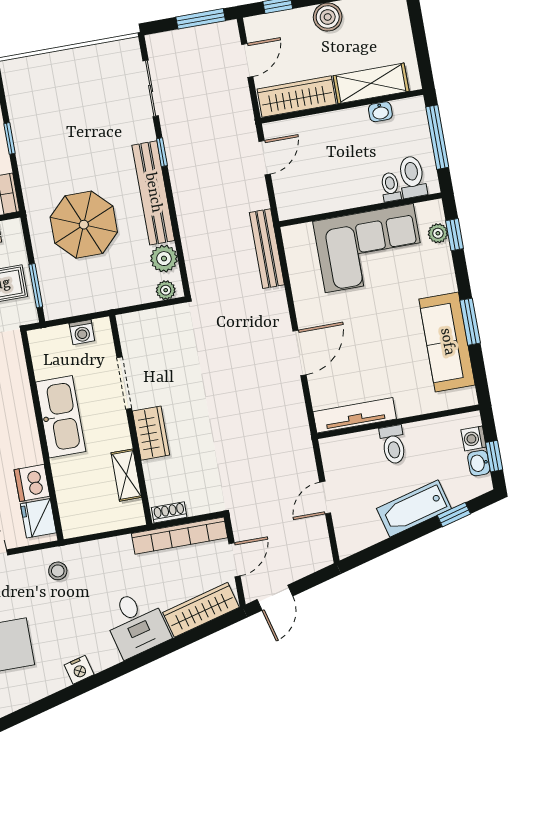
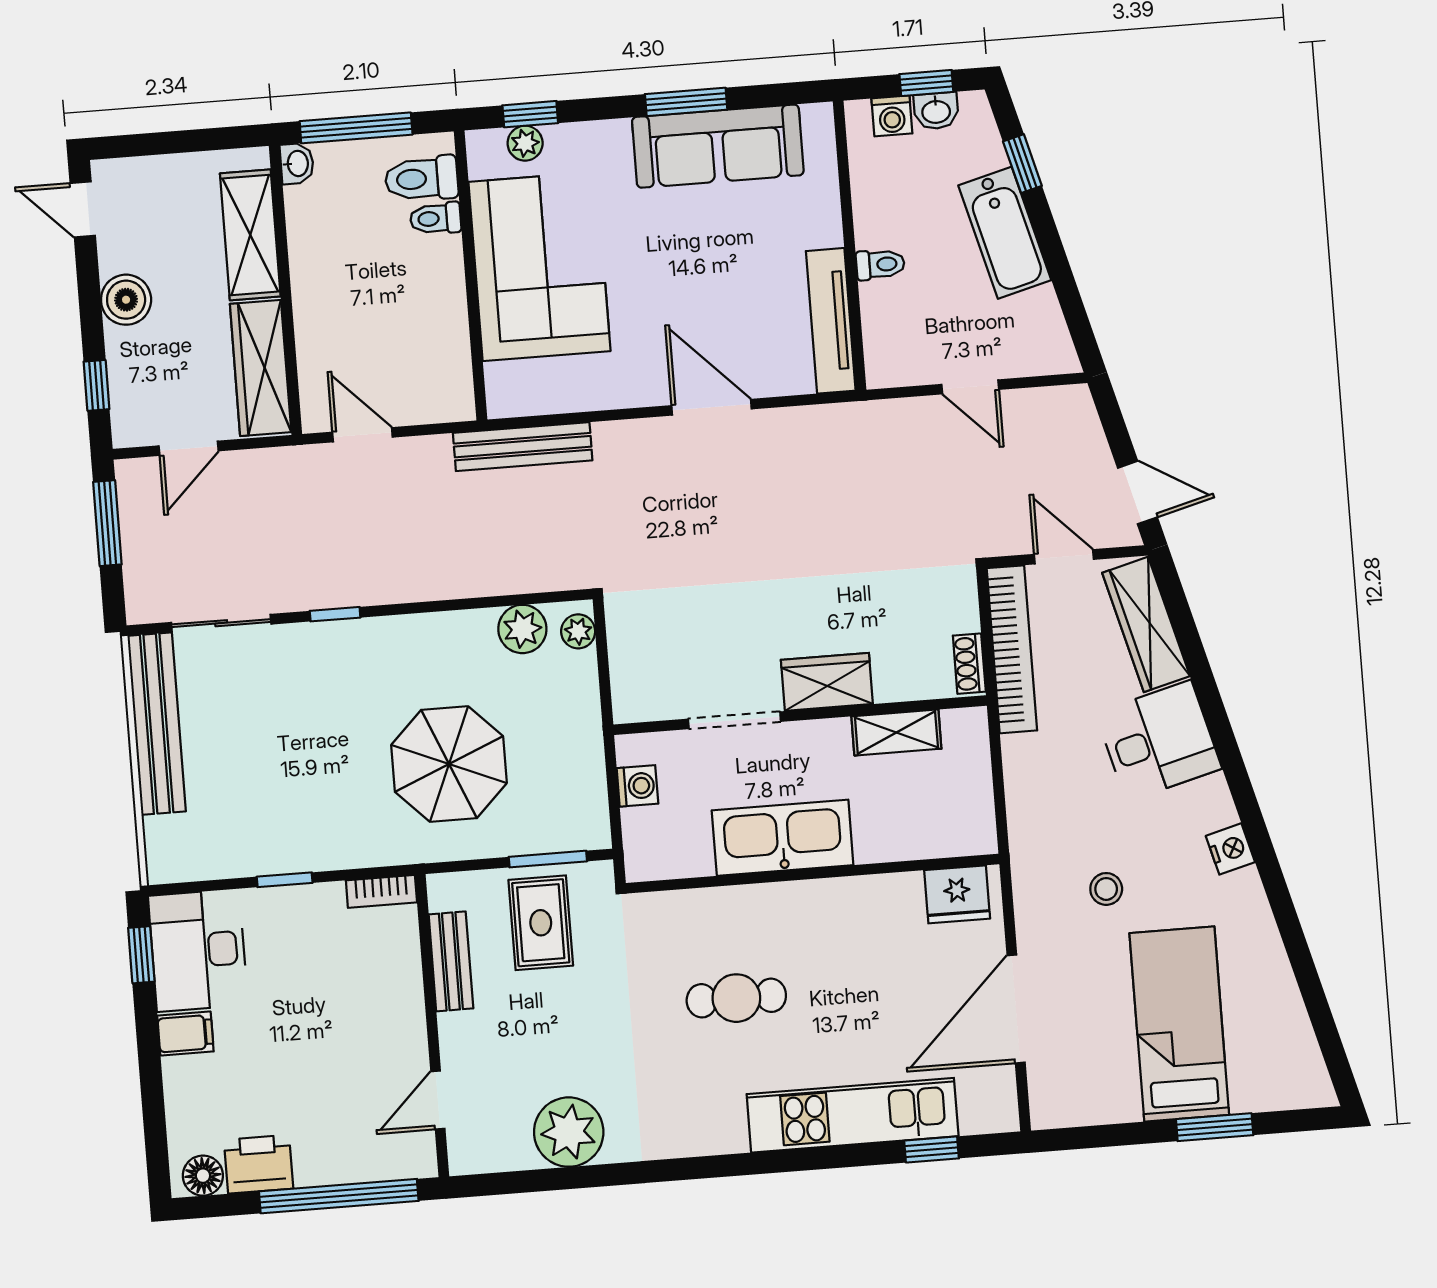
door: (247, 60) -> (189, 448), swing flipped
washbasin: (380, 112) -> (297, 164), moved
bench: (153, 193) -> (157, 724), moved, turned 90
toilet: (393, 445) -> (880, 264), width x0.73, depth x0.72
dishwasher: (32, 483) -> (894, 900), removed
stool: (58, 571) -> (1106, 889), moved

